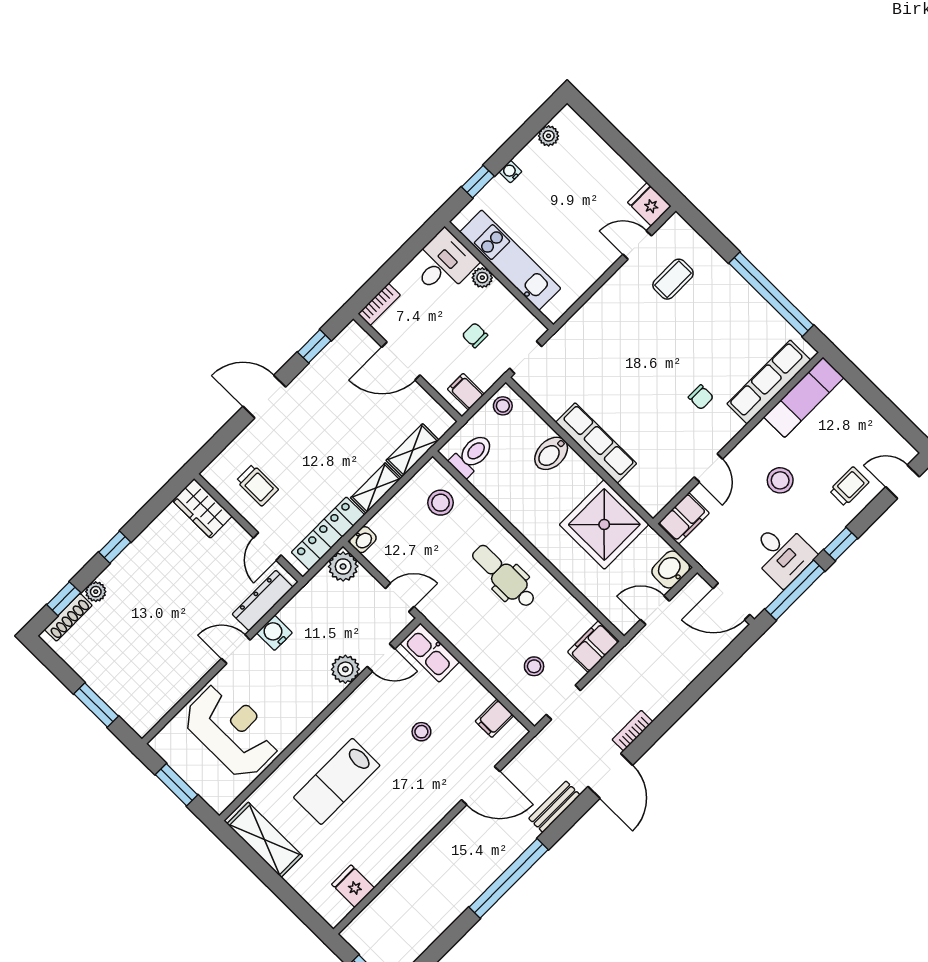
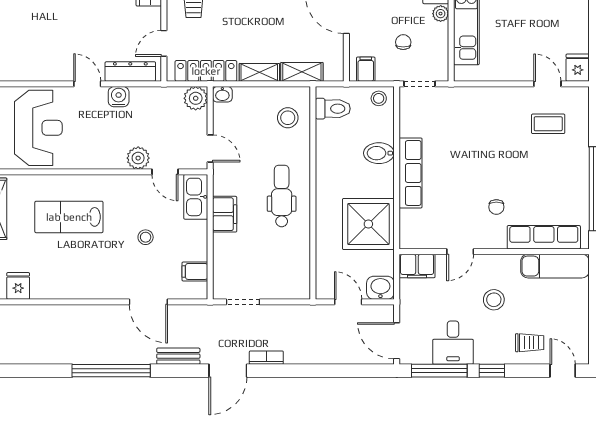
filing cabinet: (594, 647) -> (225, 214), moved, turned 90
stool: (534, 666) -> (247, 265), removed

